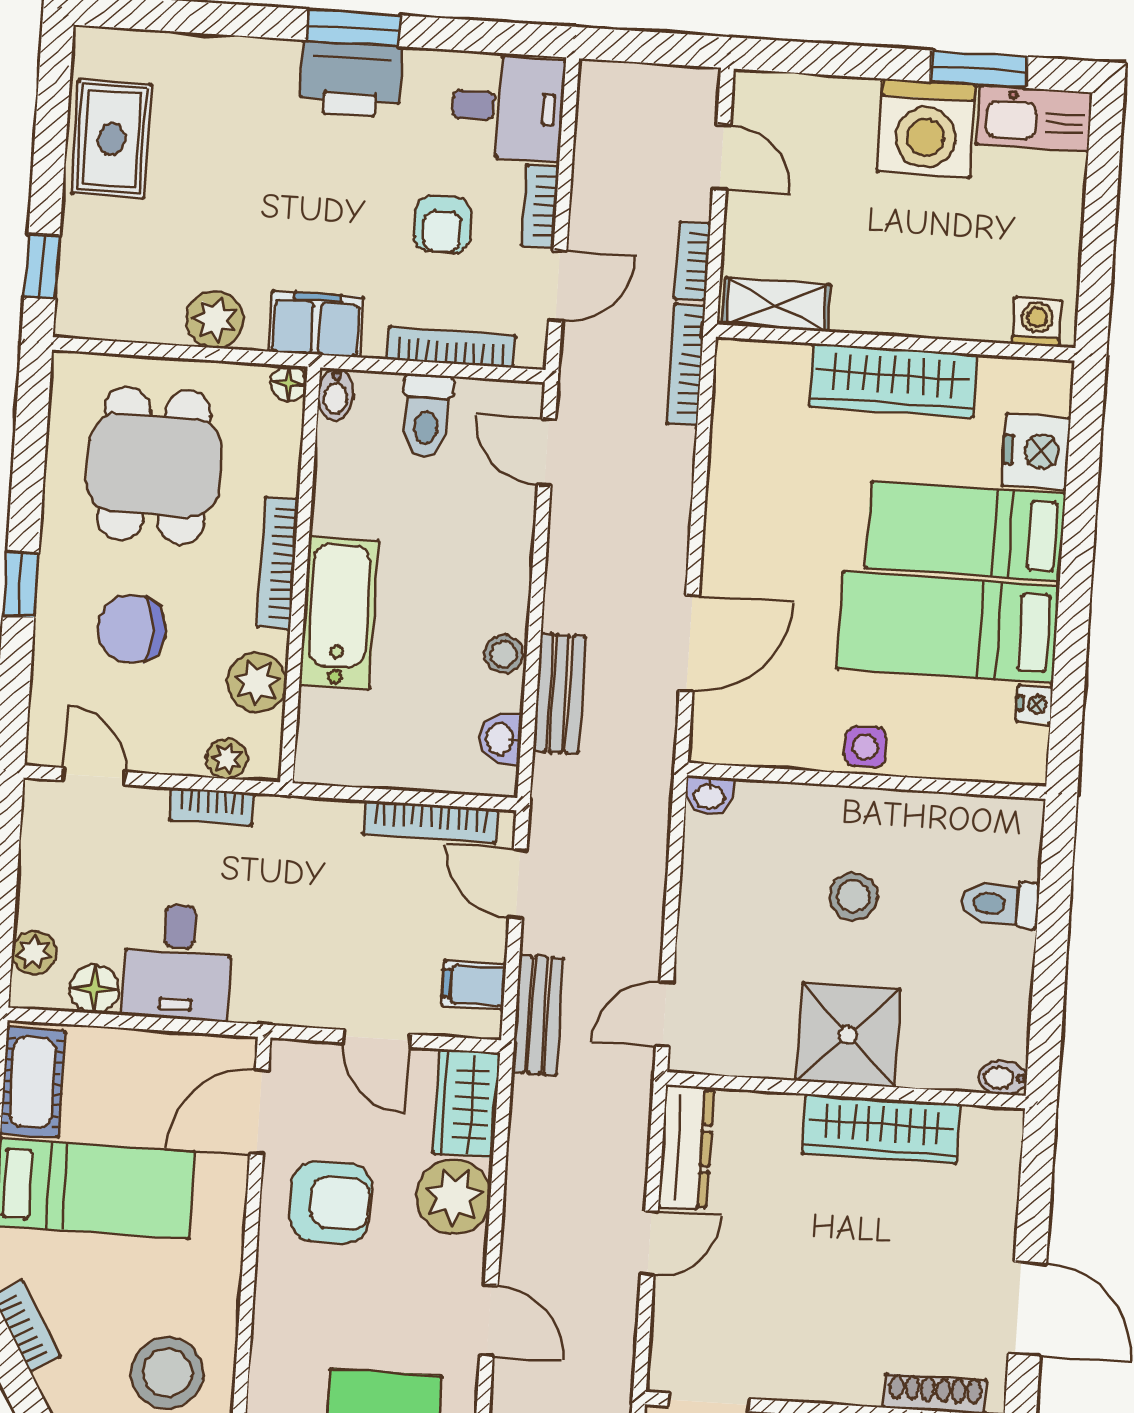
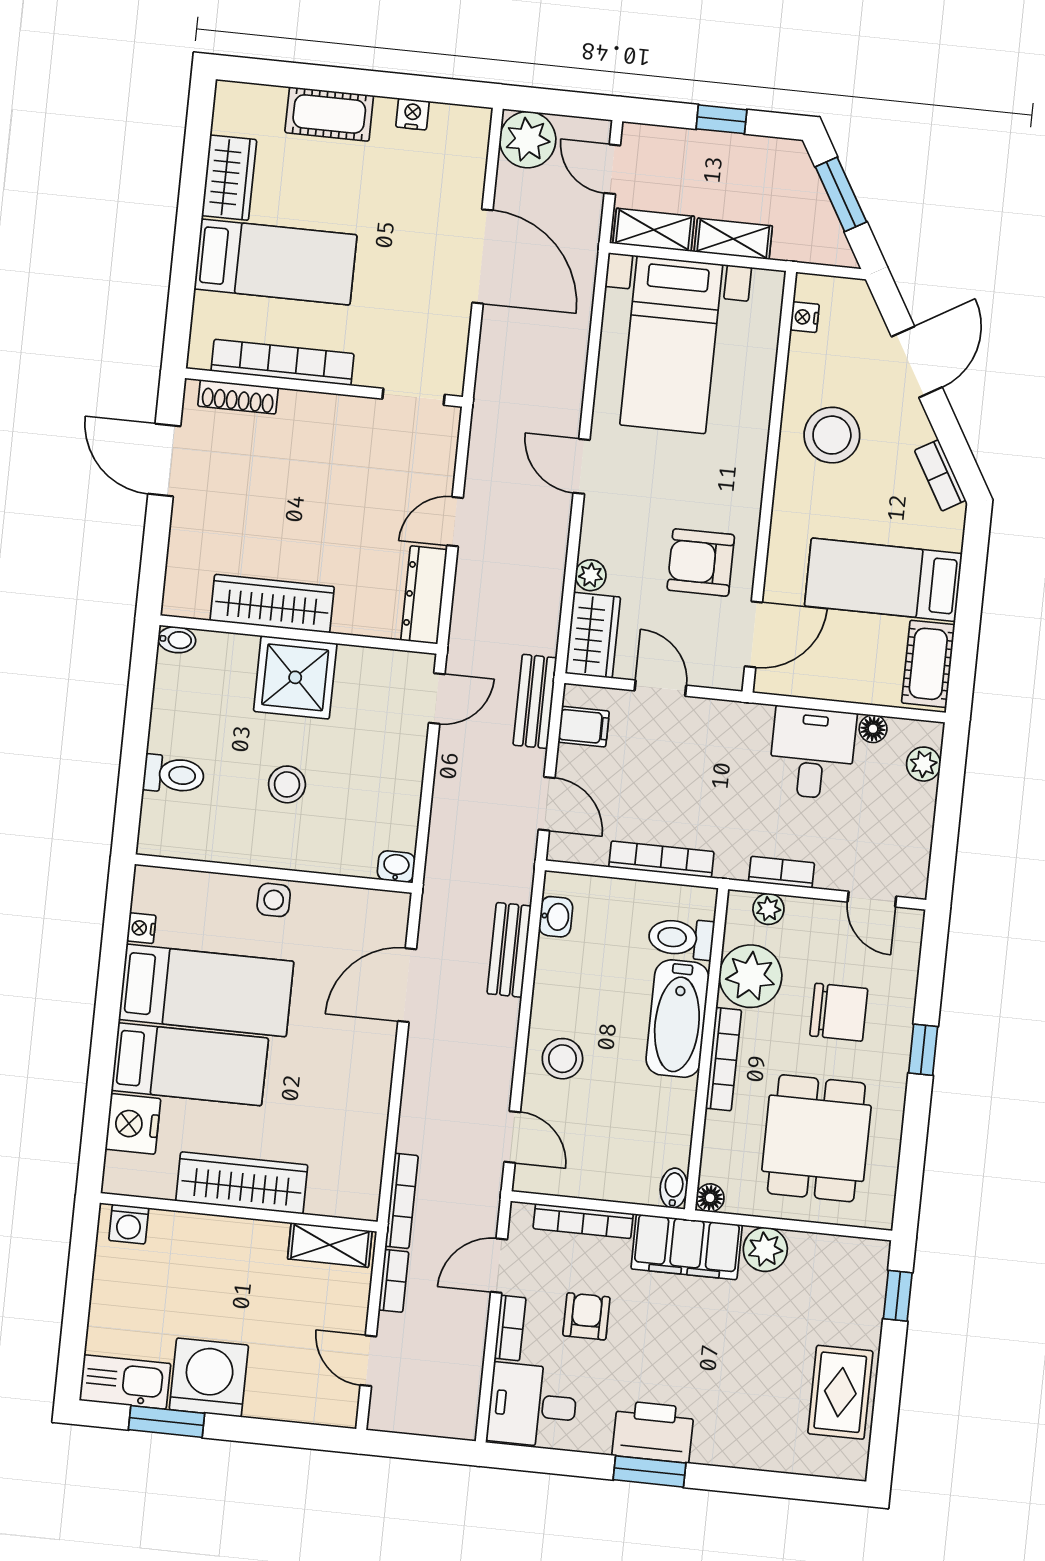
filing cabinet: (316, 324) -> (687, 1247), width x1.50, depth x1.17
toilet: (427, 416) -> (681, 938), moved, turned -90
stool: (504, 654) -> (562, 1059), moved, width x1.37, depth x1.37
plant: (257, 683) -> (750, 976), width x1.36, depth x1.36
bookcase: (430, 822) -> (661, 859), moved
floor lamp: (94, 989) -> (873, 729), width x0.73, depth x0.73
plant: (454, 1197) -> (591, 575), width x0.53, depth x0.53

